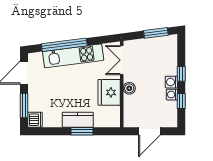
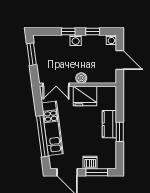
washing machine: (172, 95) -> (111, 40), moved
dishwasher: (35, 120) -> (90, 162), moved
window: (82, 131) -> (120, 132), moved

